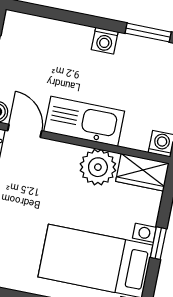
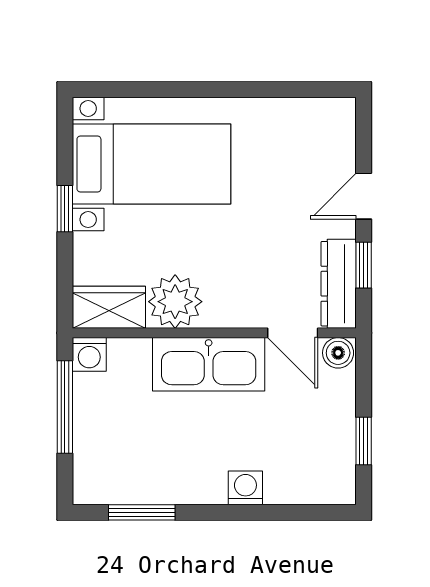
washing machine: (105, 41) -> (245, 488), moved

